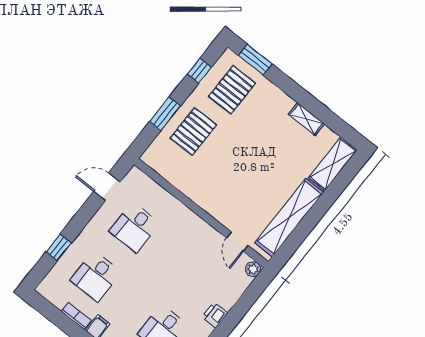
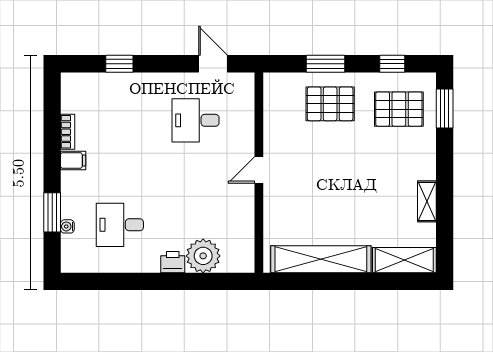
door: (237, 242) -> (259, 170), moved
plant: (253, 269) -> (203, 256), moved, width x1.88, depth x1.88
desk: (96, 276) -> (120, 120), removed

